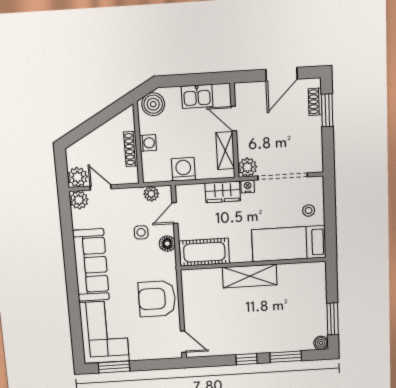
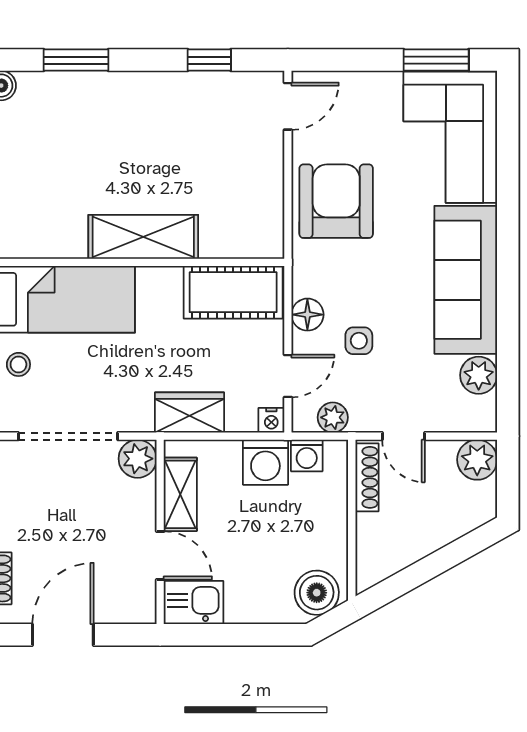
kitchen sink: (197, 96) -> (194, 603), moved
washing machine: (148, 143) -> (307, 455), moved, turned -90
shoe rack: (131, 149) -> (367, 477), moved
nightstand: (248, 187) -> (271, 420), moved
door: (101, 188) -> (404, 436), moved
plant: (79, 200) -> (479, 375), moved
armchair: (157, 299) -> (336, 201), turned -90
door: (183, 342) -> (288, 106), swing flipped
window: (247, 359) -> (209, 60), moved

